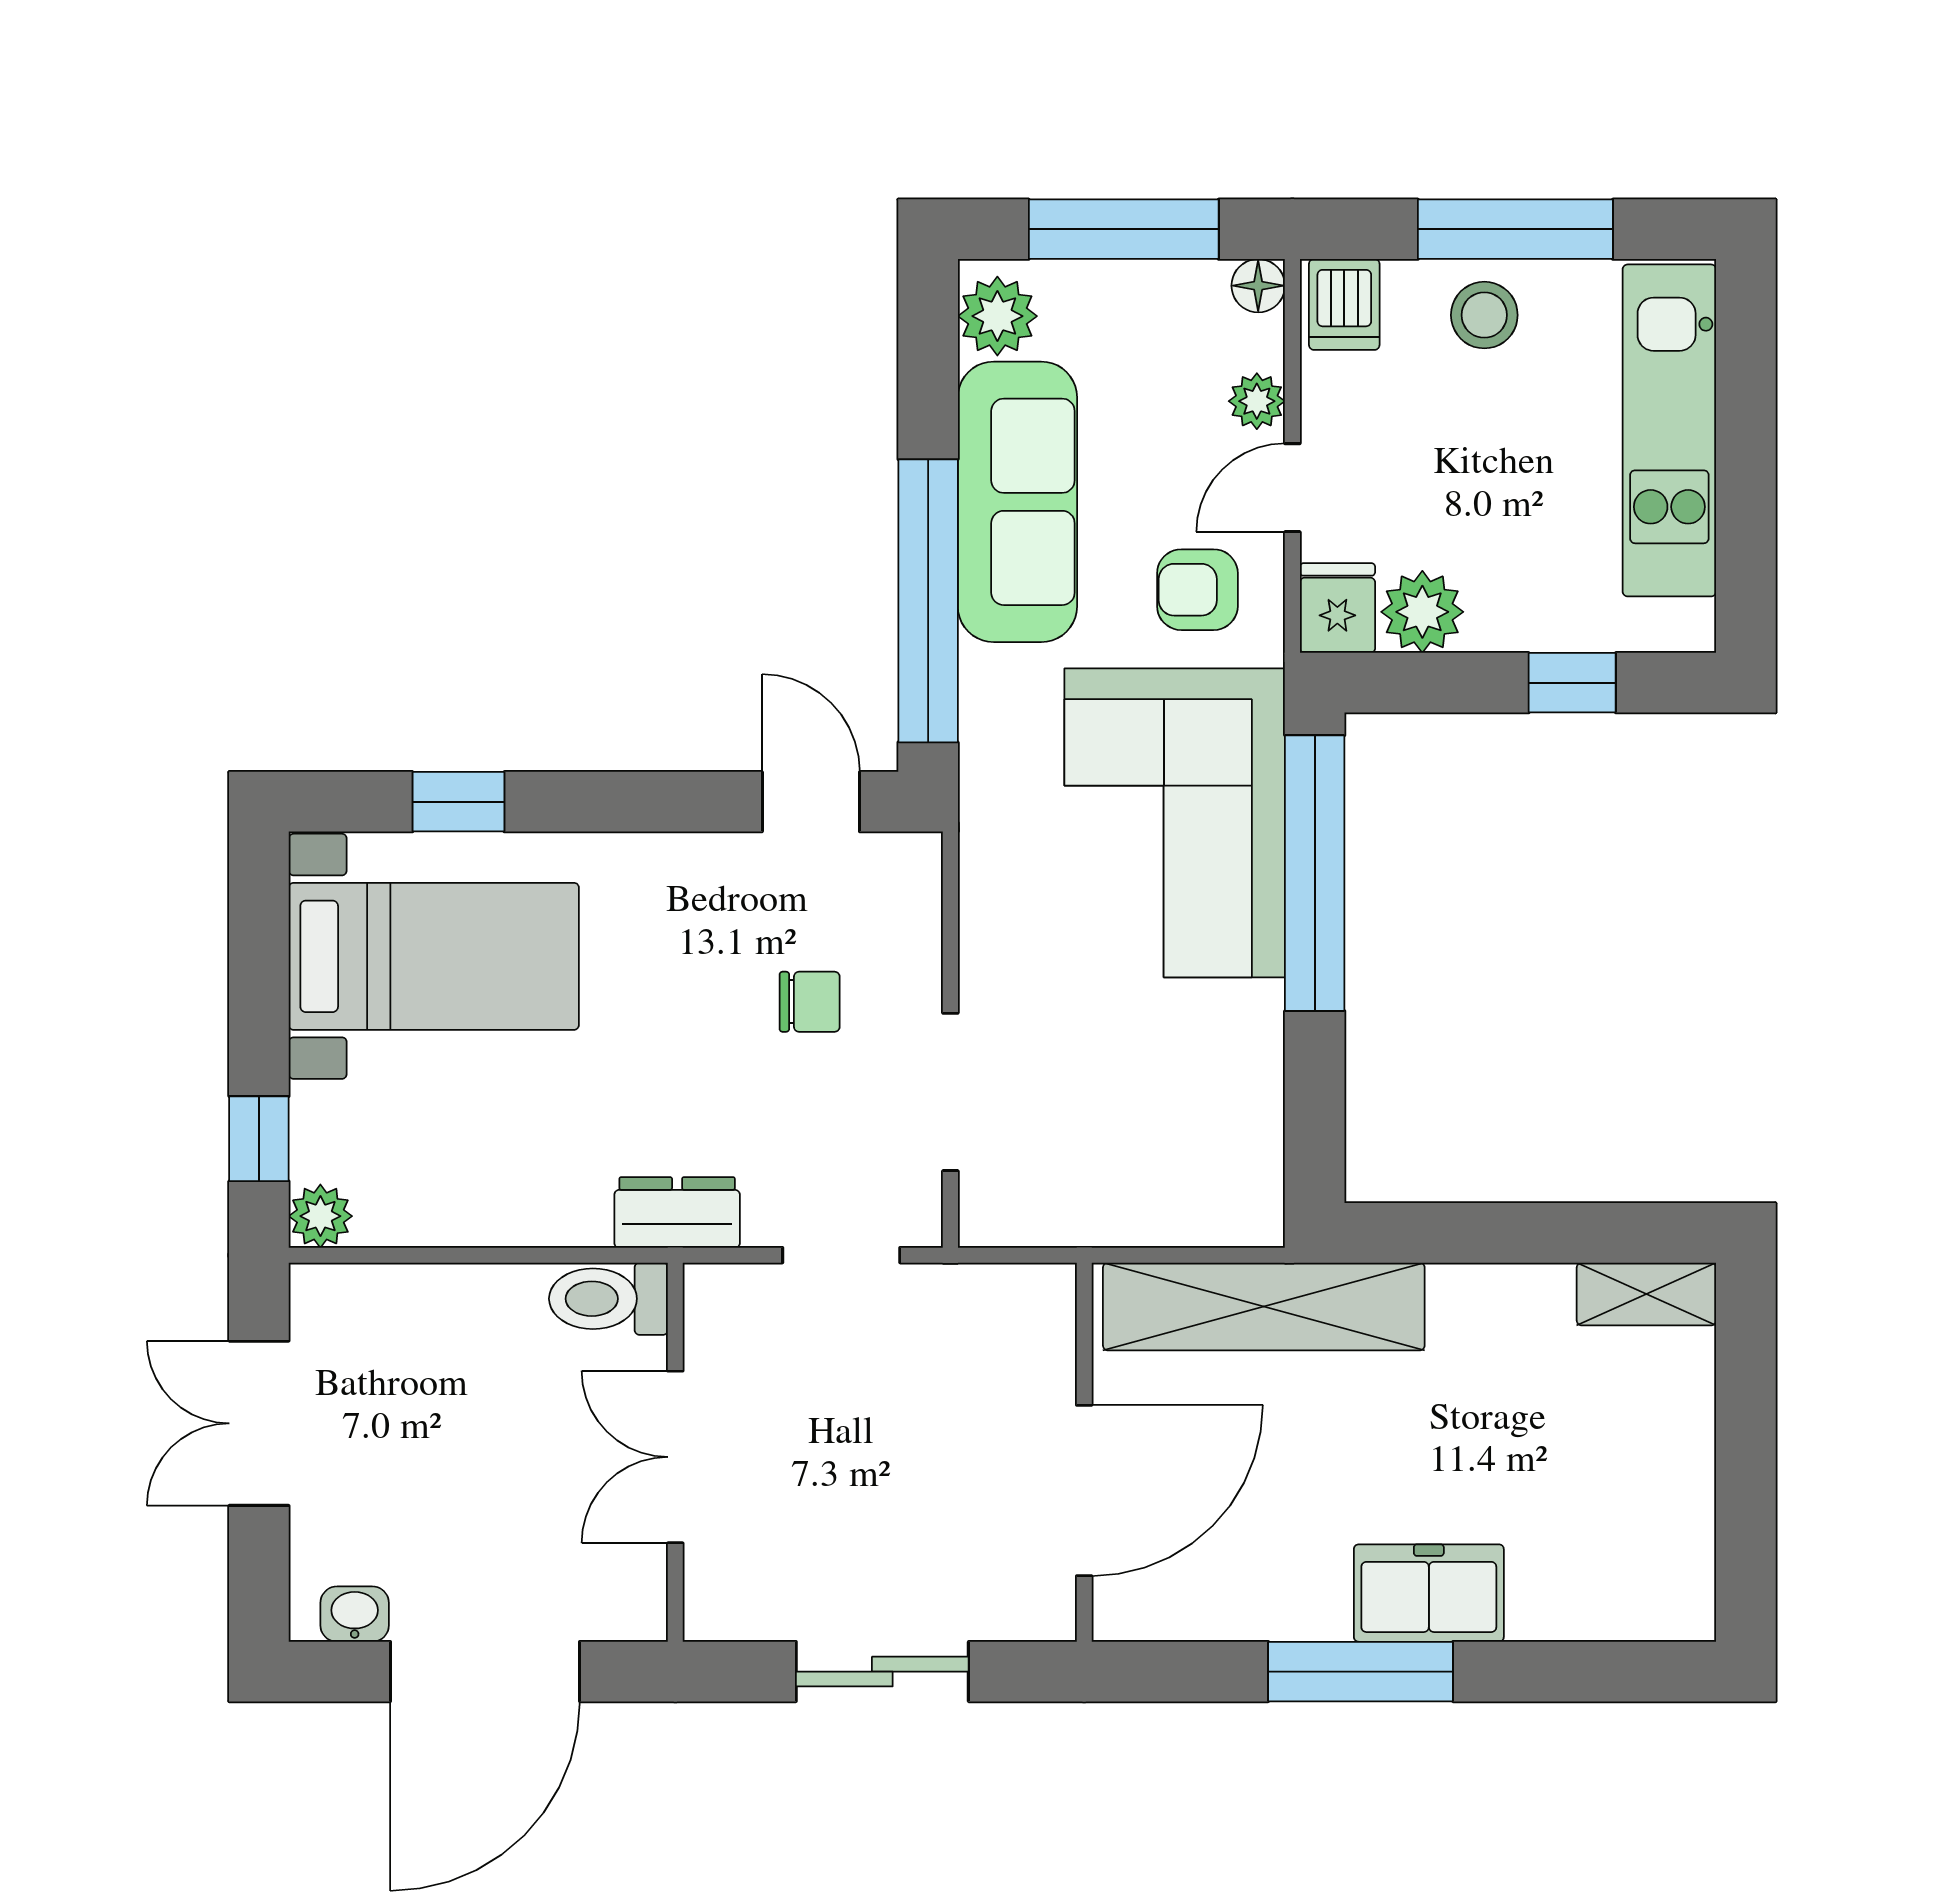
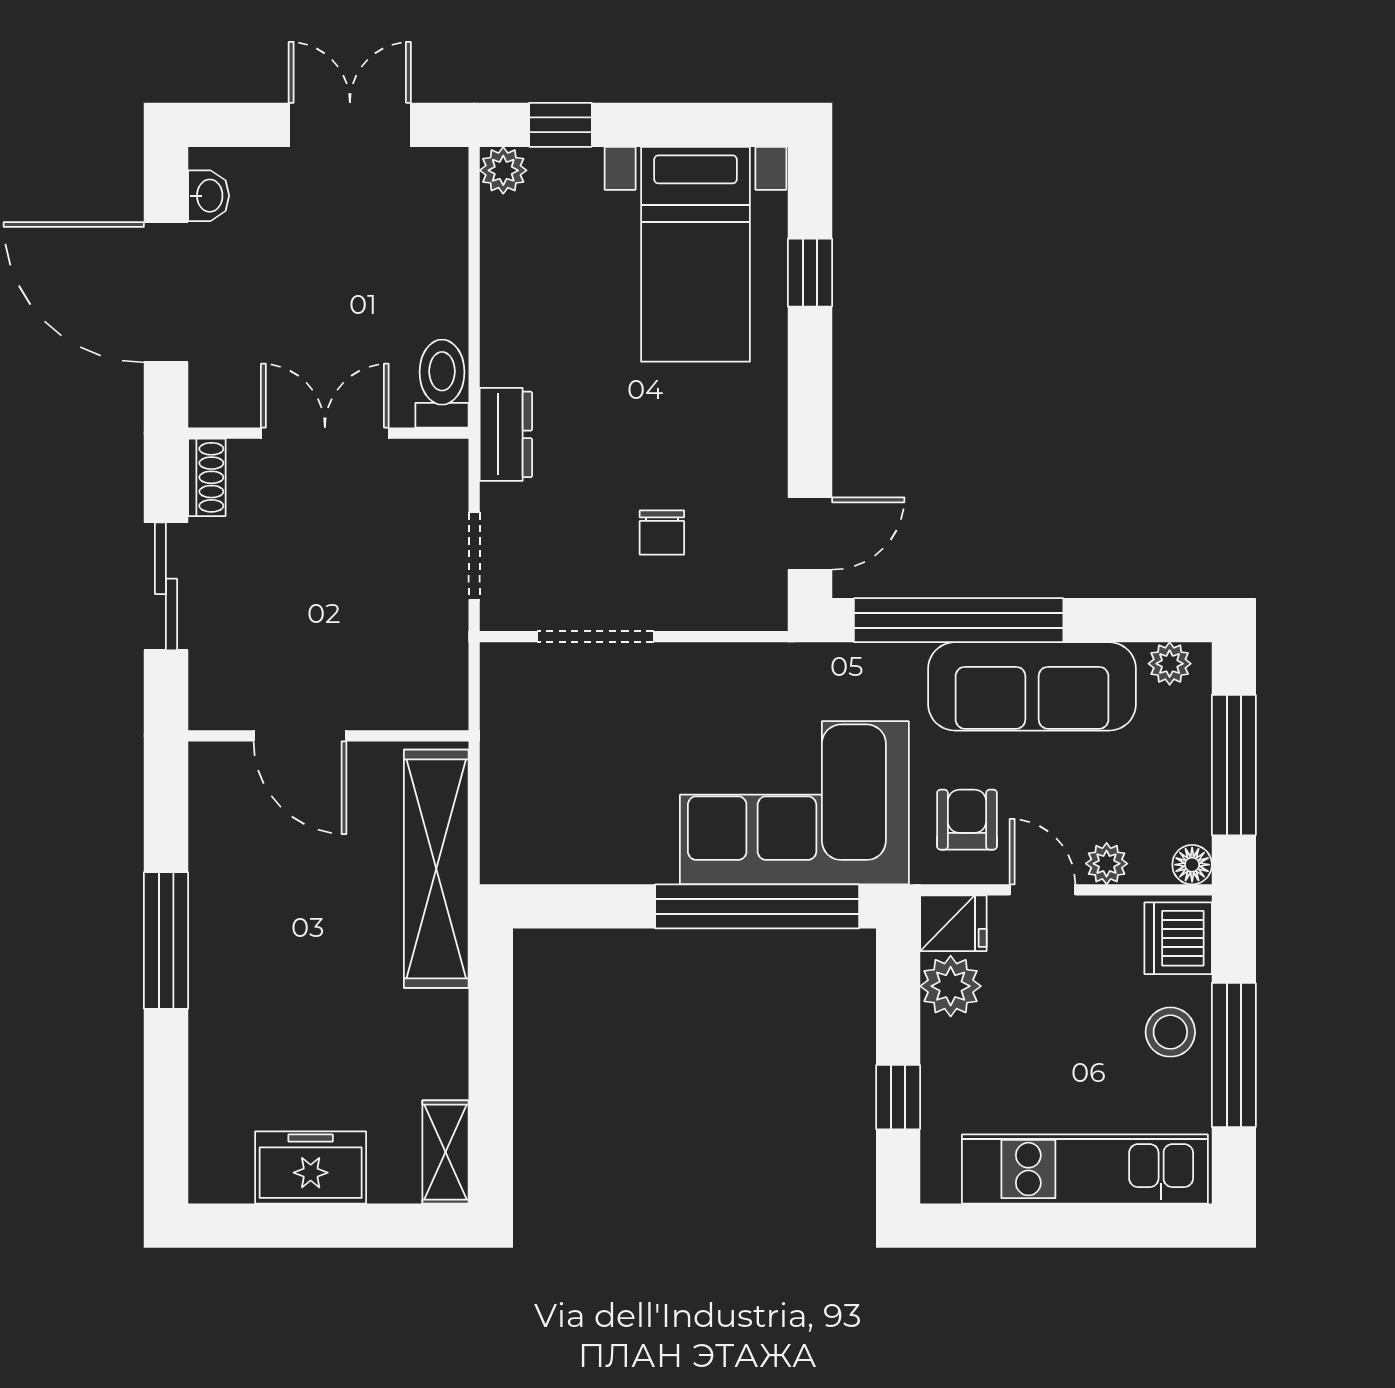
dishwasher: (1344, 304) -> (1178, 938), width x1.38
plant: (997, 316) -> (1170, 664), width x0.73, depth x0.73
door: (1084, 1491) -> (300, 736), width x0.73
freezer: (1429, 1593) -> (311, 1168), moved, turned -90
shoe rack: (735, 1616) -> (207, 477), added

